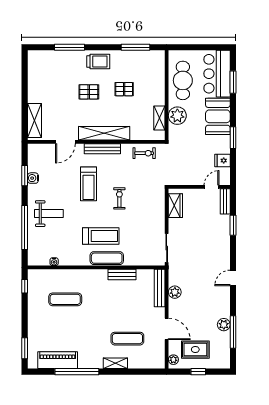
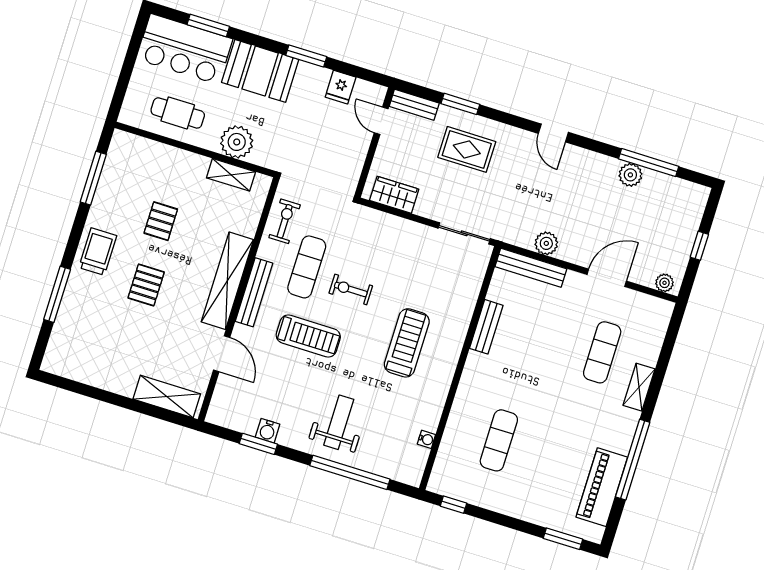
cafe table: (183, 80) -> (178, 113), width x0.73, depth x0.74
exercise mat: (107, 258) -> (307, 267), moved
rug: (195, 350) -> (467, 149), moved, turned 90

